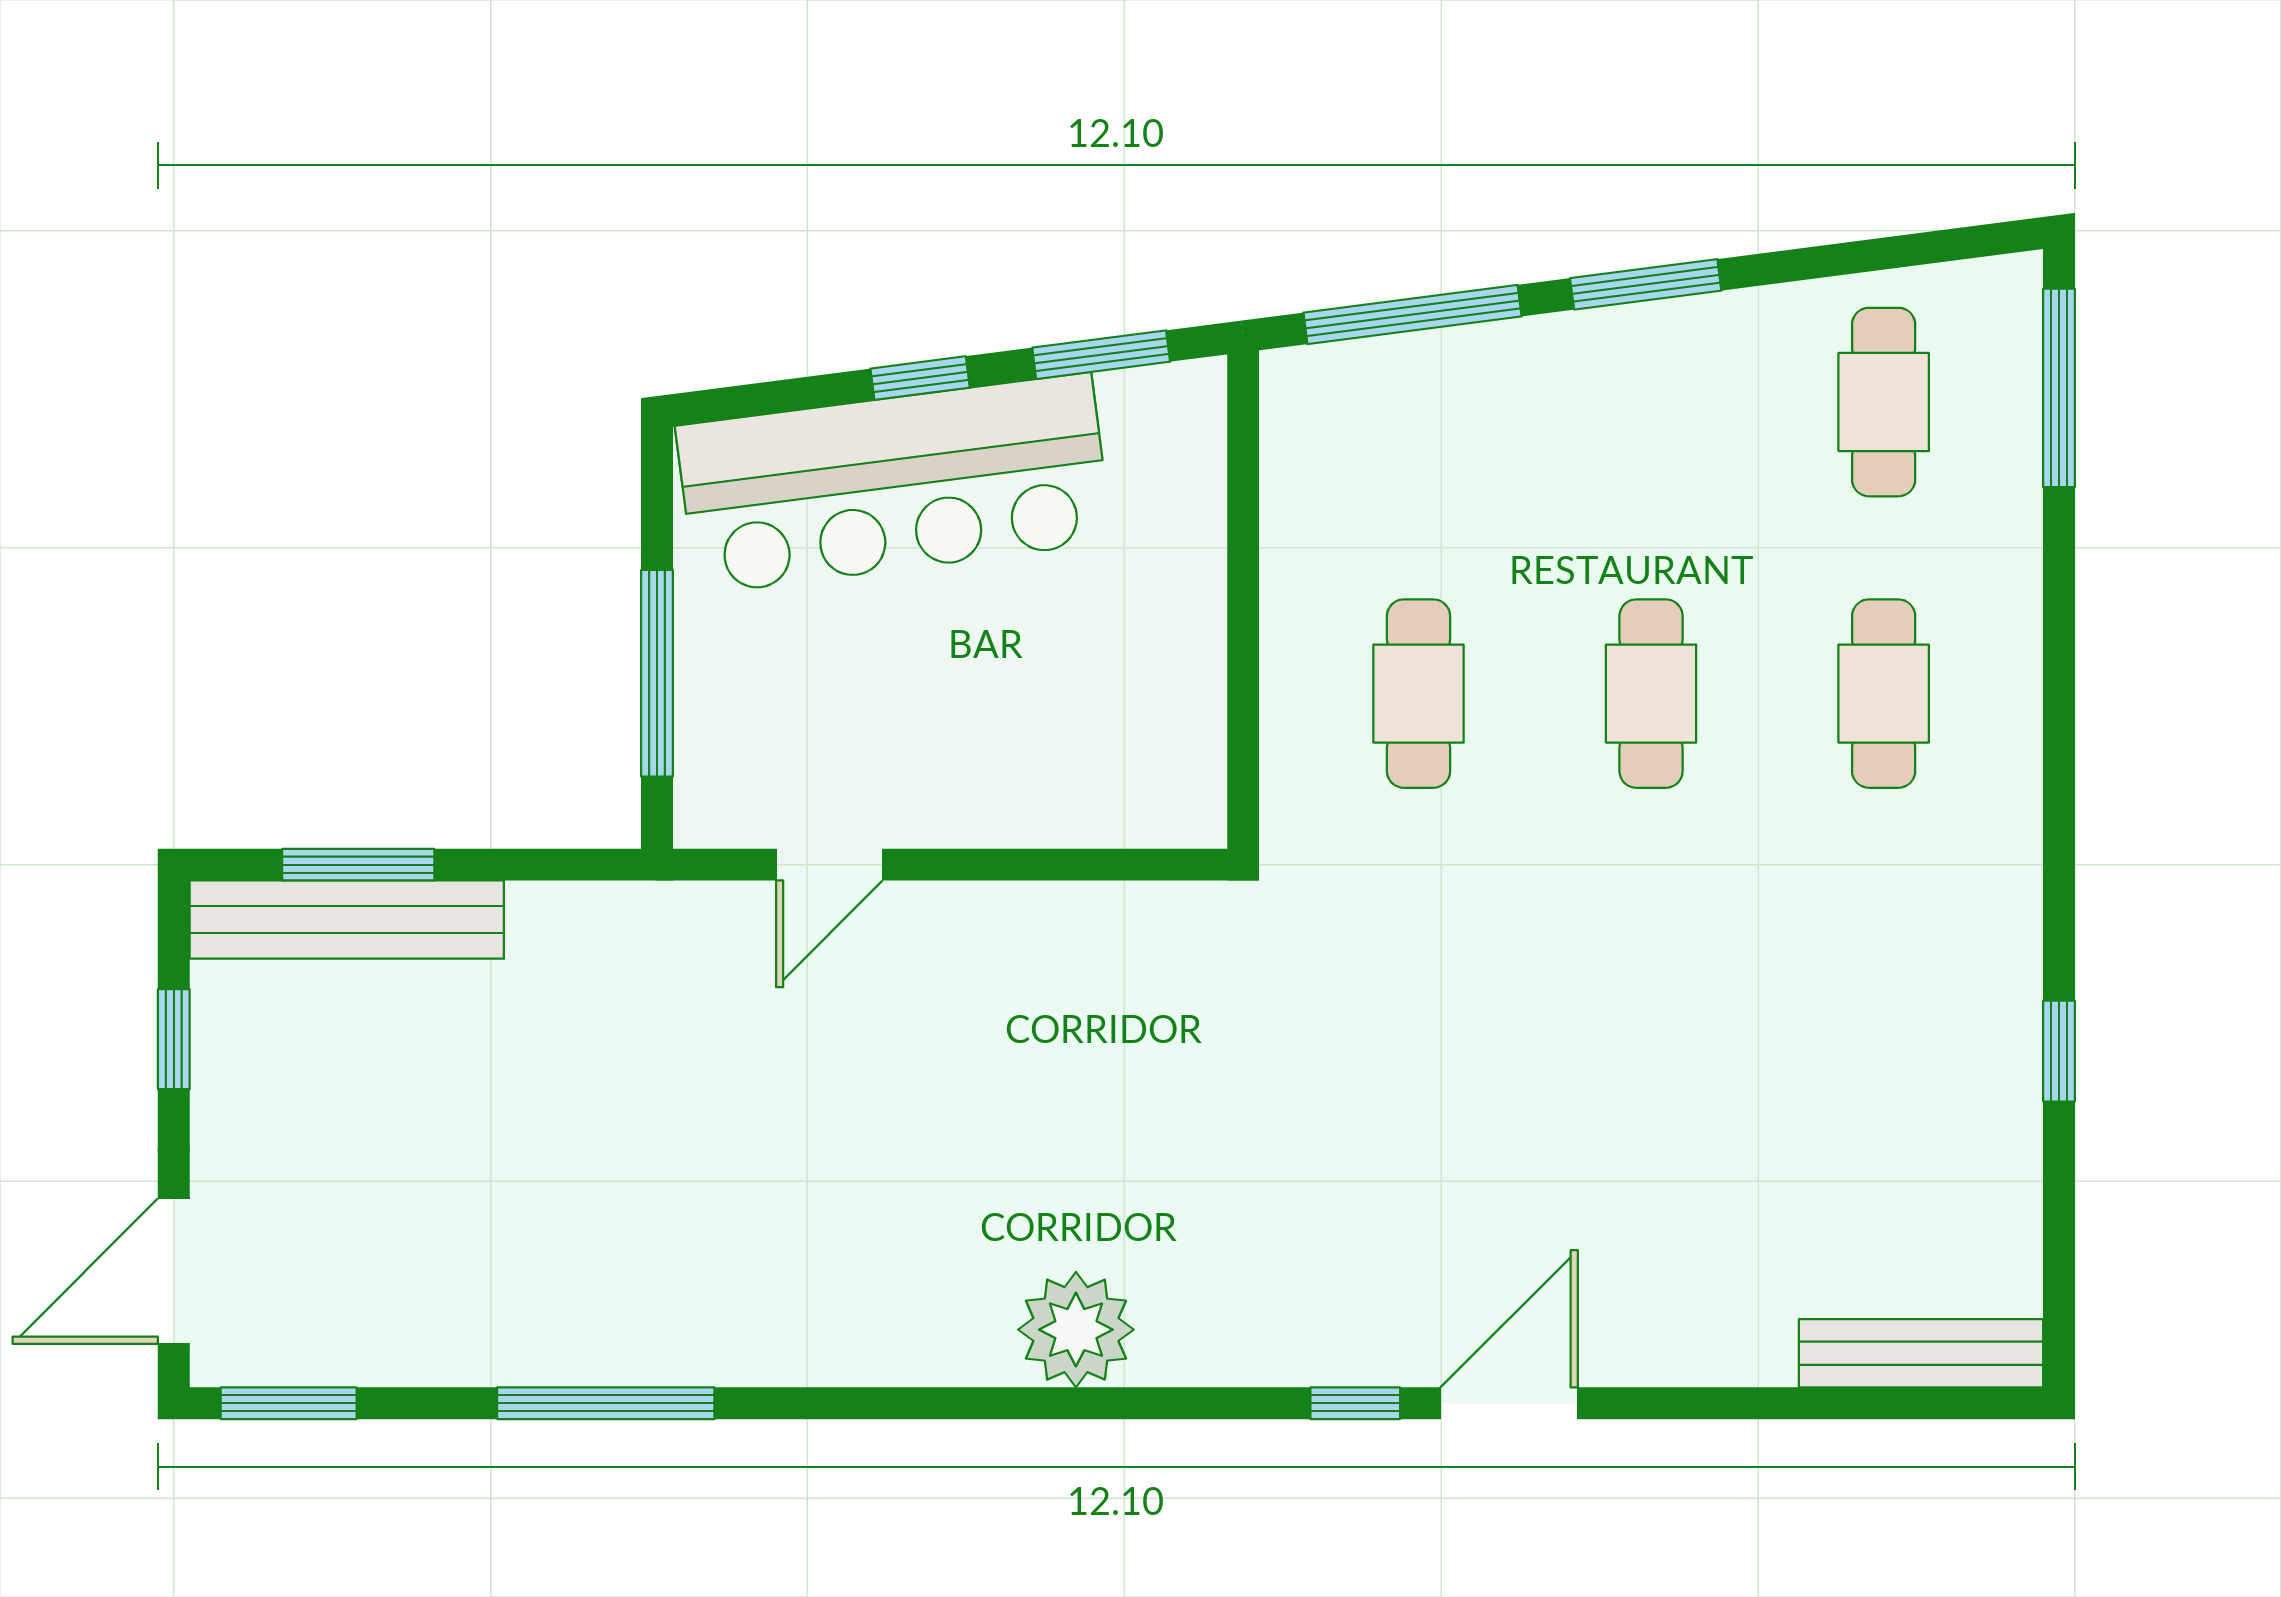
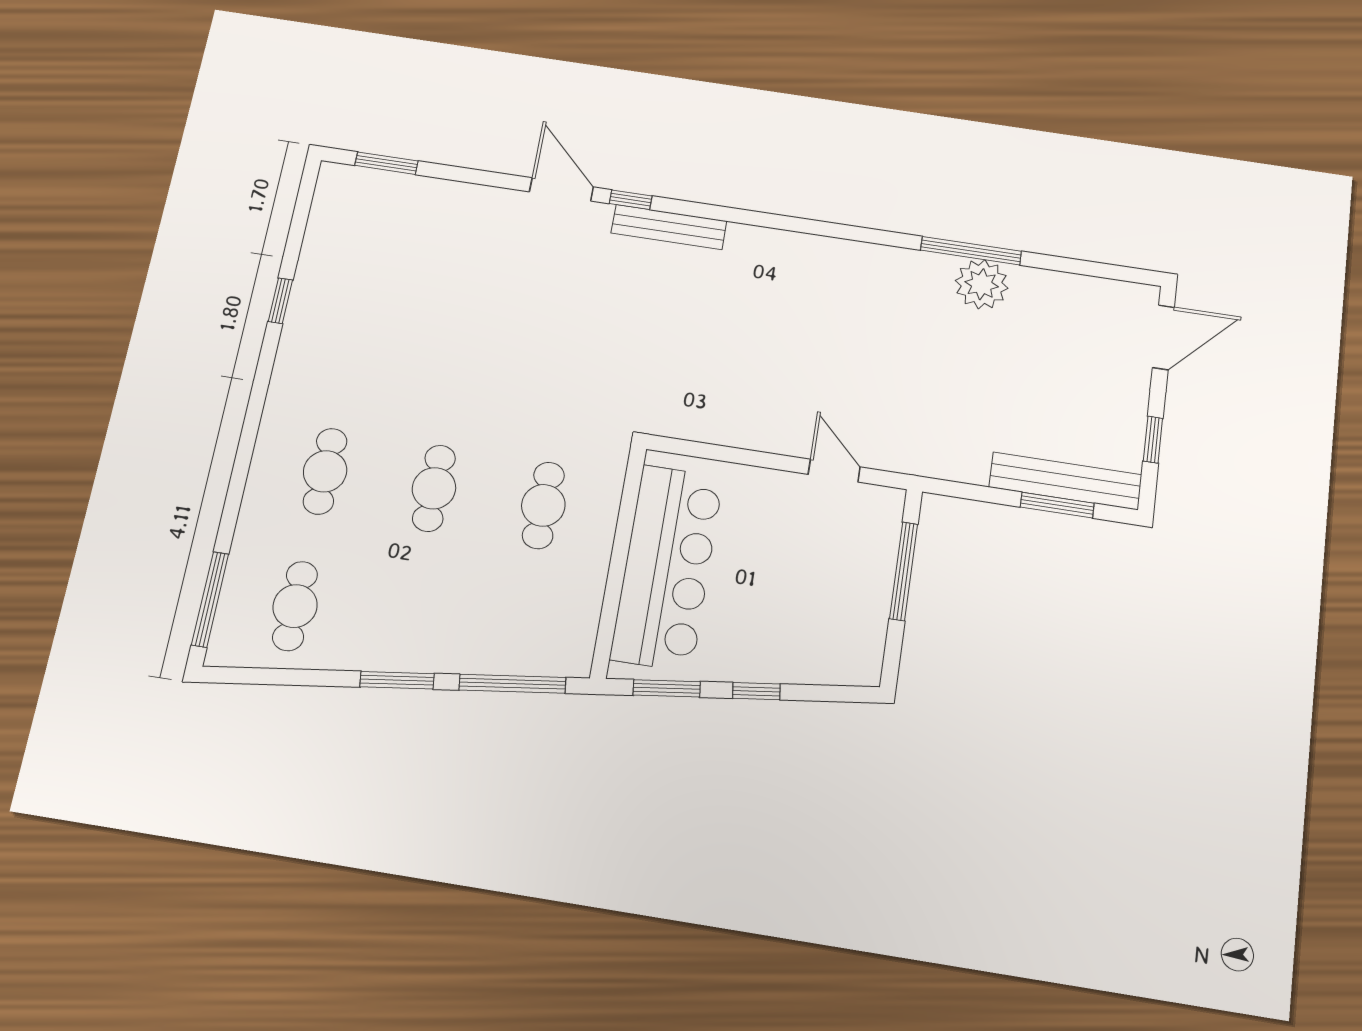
bar counter: (894, 484) -> (667, 567), moved, turned 97
door: (829, 865) -> (834, 471), hinge flipped
plant: (1076, 1330) -> (982, 284), moved
bench: (1921, 1353) -> (669, 227), moved
window: (289, 1403) -> (386, 163), moved
door: (1509, 1403) -> (561, 189), swing flipped

